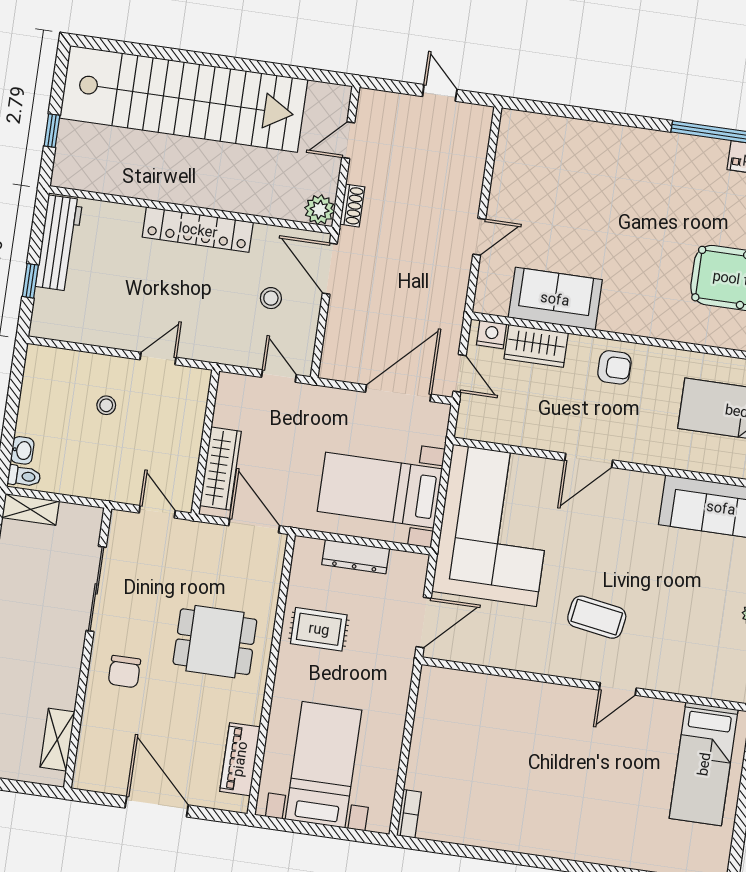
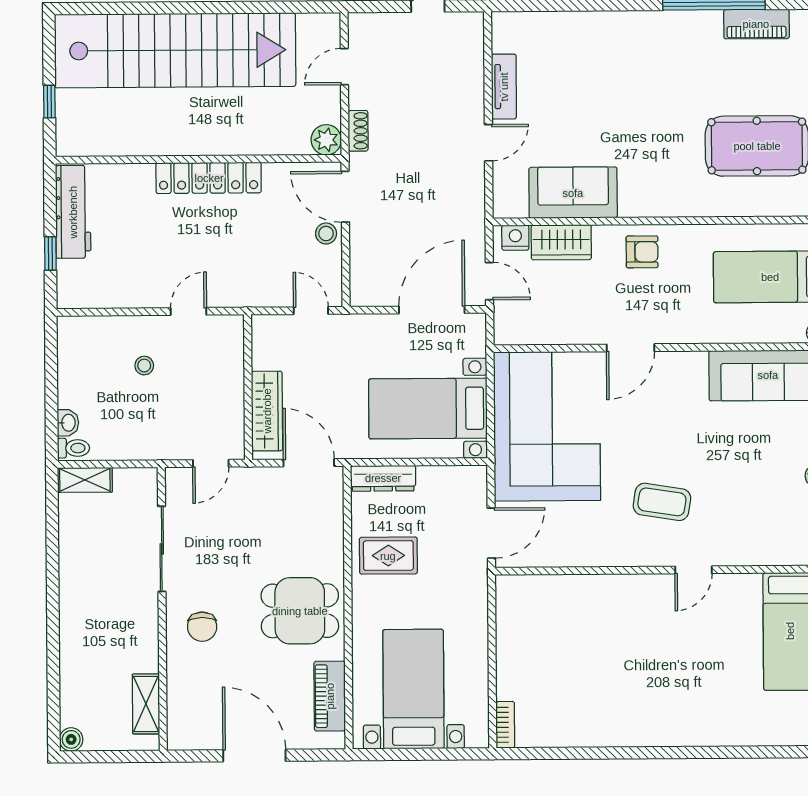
tv unit: (503, 184) -> (504, 87), added
stool: (271, 298) -> (326, 233), moved
door: (157, 512) -> (211, 463), swing flipped
dresser: (356, 557) -> (383, 478), moved
dining table: (215, 642) -> (300, 611), moved

